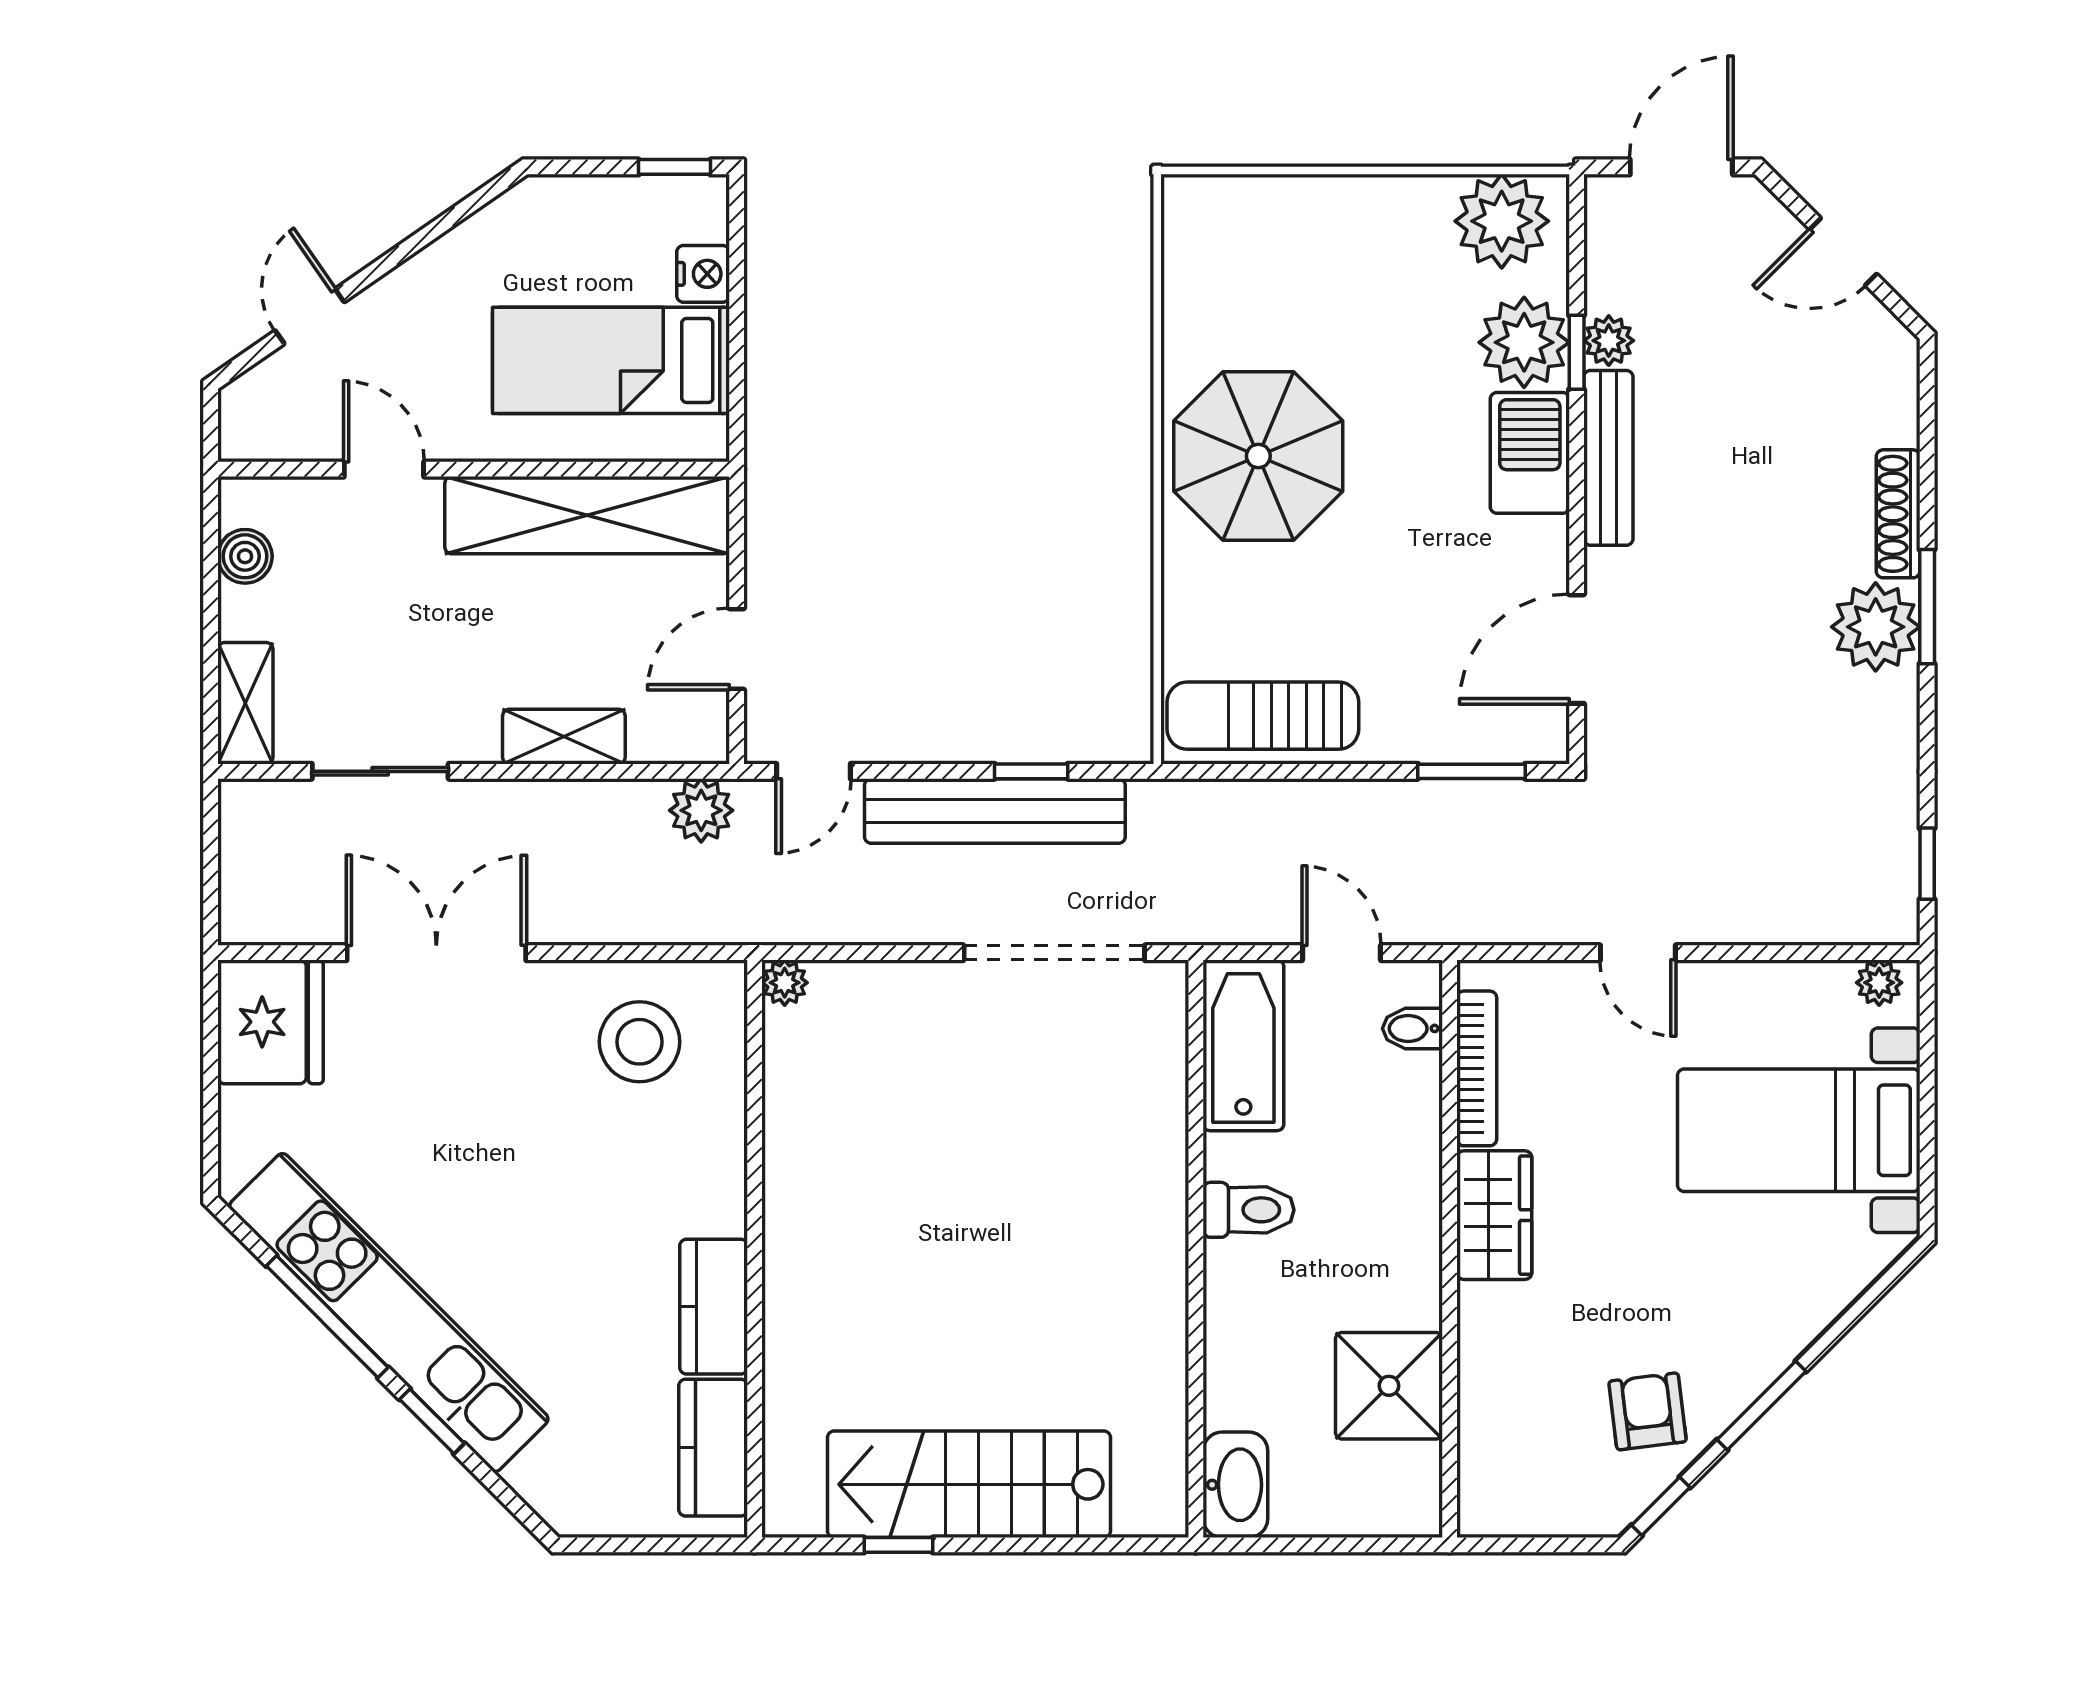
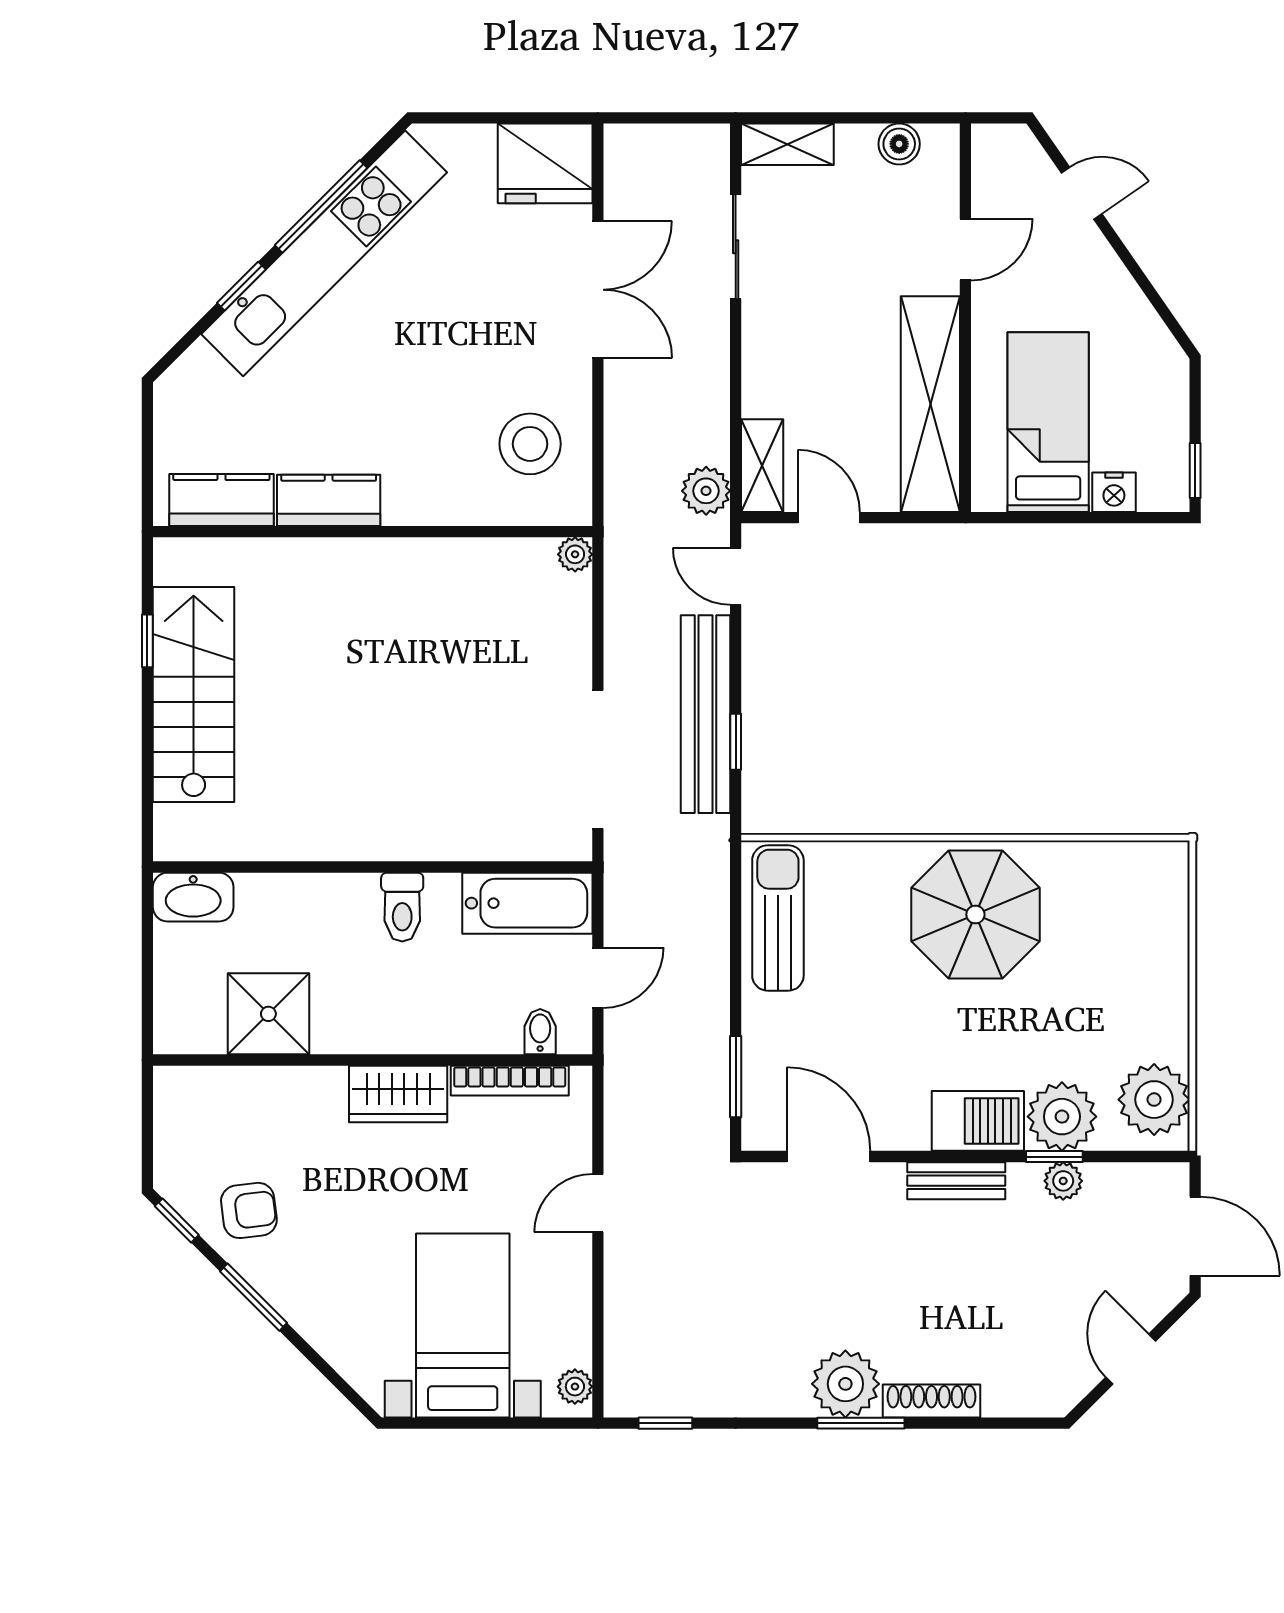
bench: (1608, 458) -> (956, 1181), width x0.73
shelving: (564, 737) -> (762, 466), moved

